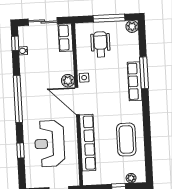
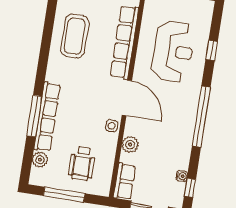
plant: (132, 26) -> (40, 160), moved
plant: (68, 81) -> (130, 145), moved
row of seats: (135, 81) -> (47, 117), width x1.36

